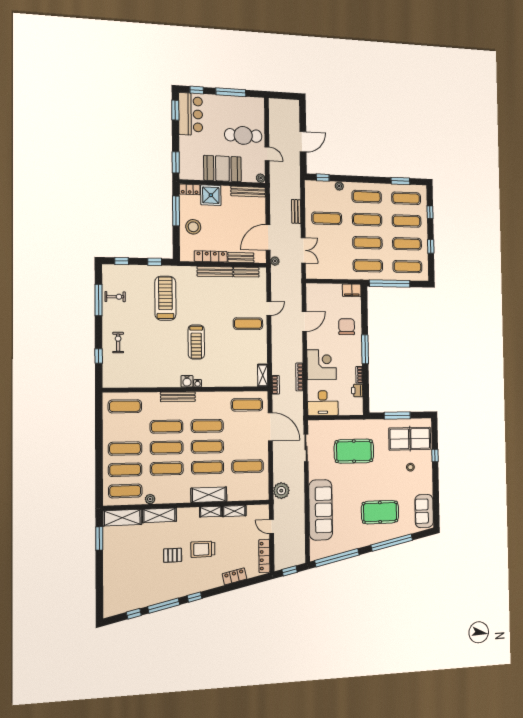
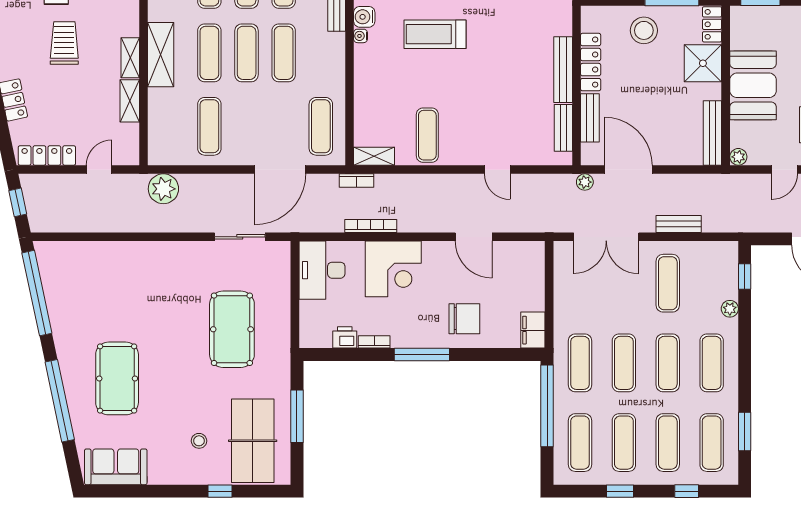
double door: (303, 250) -> (606, 237), width x1.37
exercise mat: (248, 324) -> (427, 135), moved
sofa: (321, 510) -> (126, 263), removed

